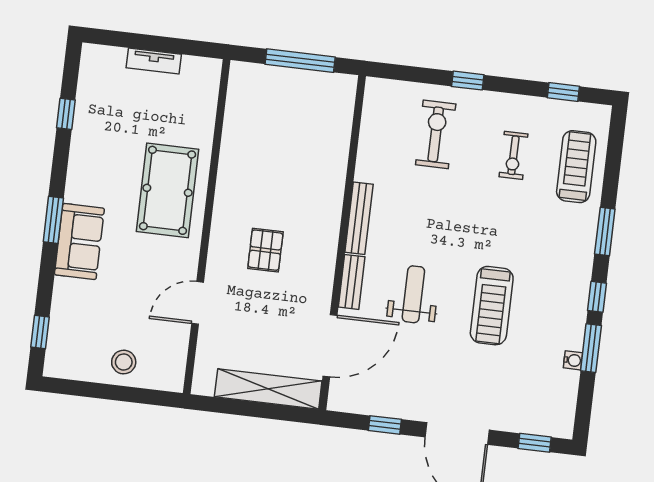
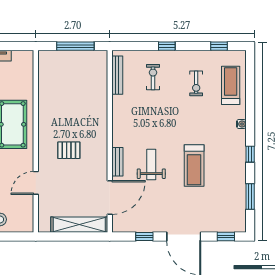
exercise bike: (436, 134) -> (153, 77), width x0.73, depth x0.72
bench: (359, 218) -> (117, 75), moved
window: (605, 231) -> (250, 118), removed
pallet: (265, 250) -> (69, 150), turned 90
window: (591, 348) -> (250, 196), moved
water cooler: (573, 360) -> (241, 124), moved

